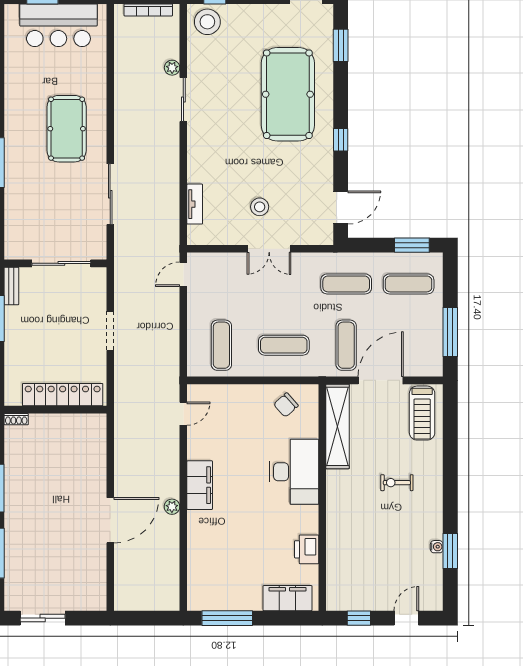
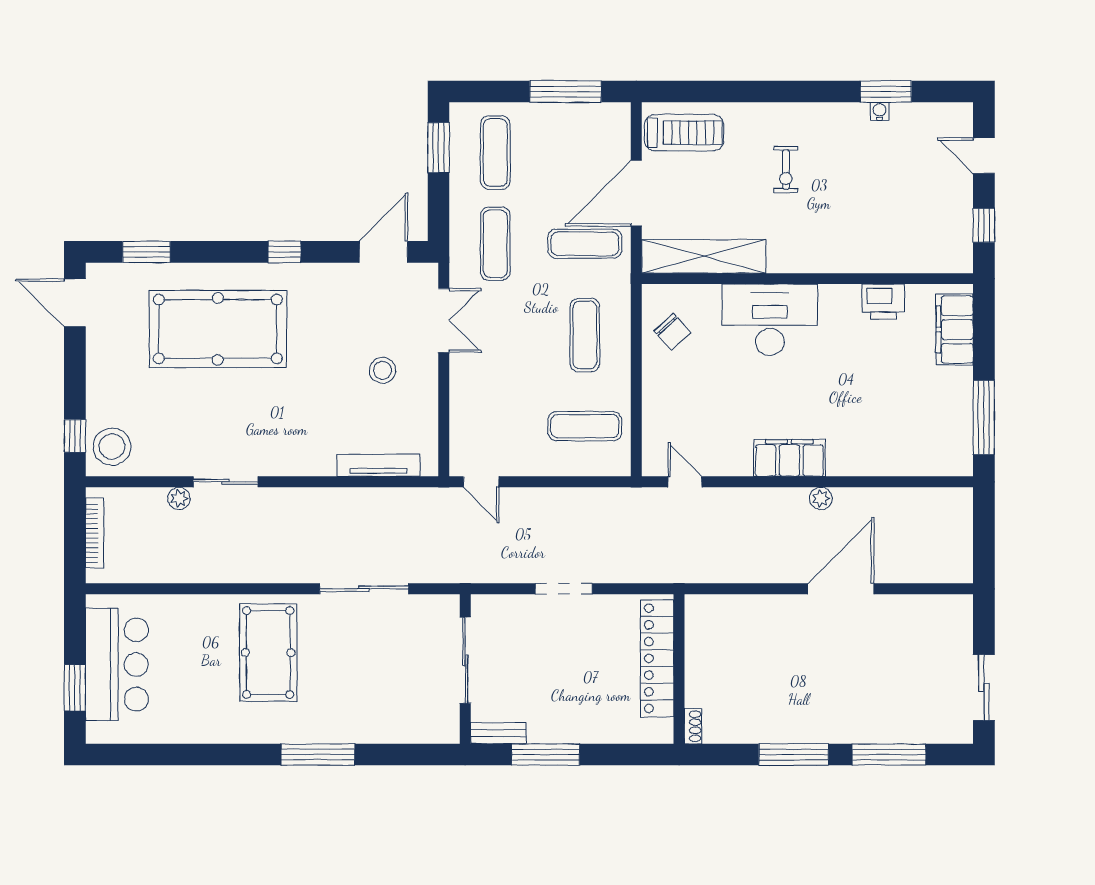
pool table: (67, 129) -> (268, 653), turned 90
tv unit: (195, 204) -> (378, 465), width x1.41
door: (341, 207) -> (383, 252), hinge flipped
double door: (269, 249) -> (444, 320), moved
door: (381, 380) -> (636, 193), hinge flipped
door: (110, 520) -> (841, 589), hinge flipped

